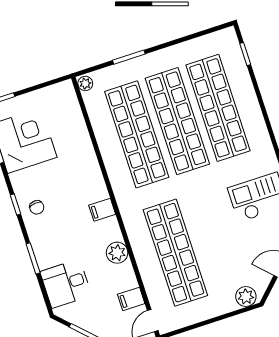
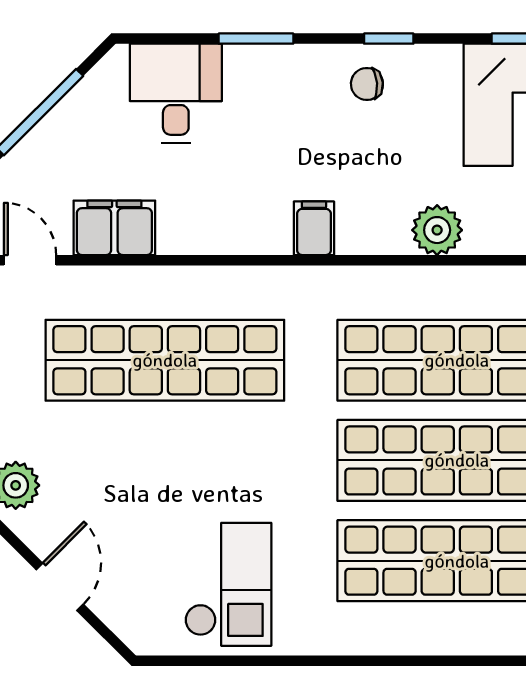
plant: (117, 253) -> (437, 230), moved
filing cabinet: (131, 299) -> (114, 228), width x2.00

